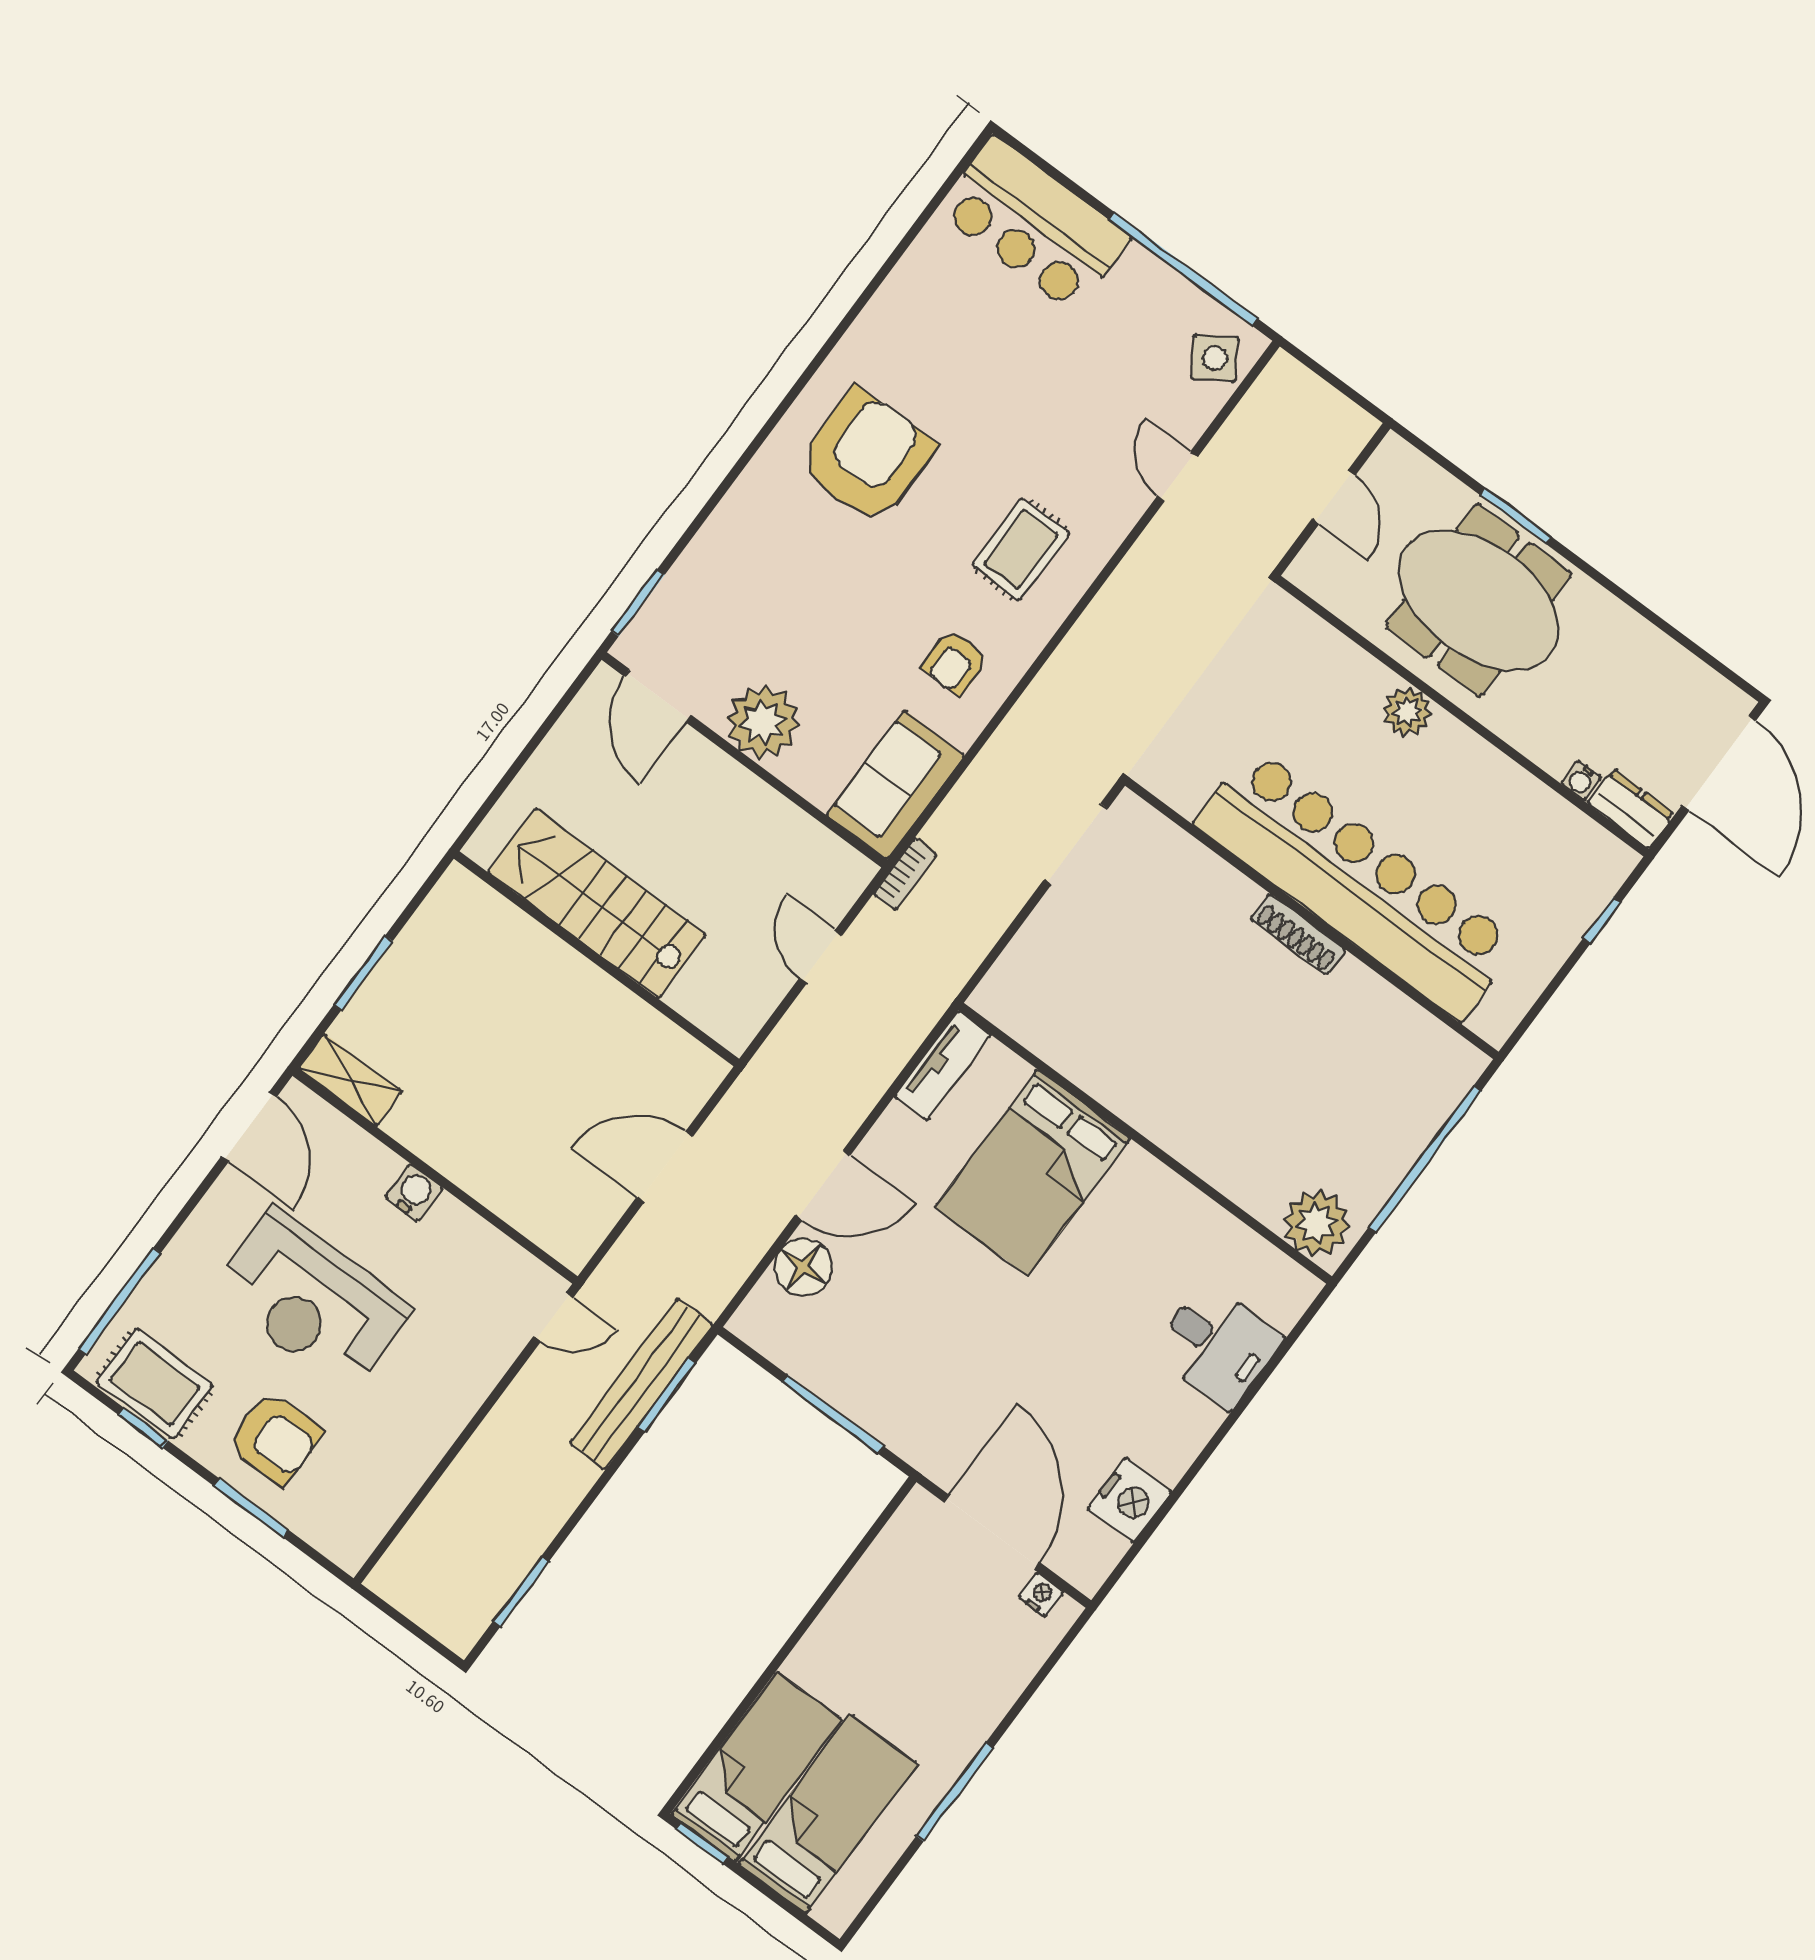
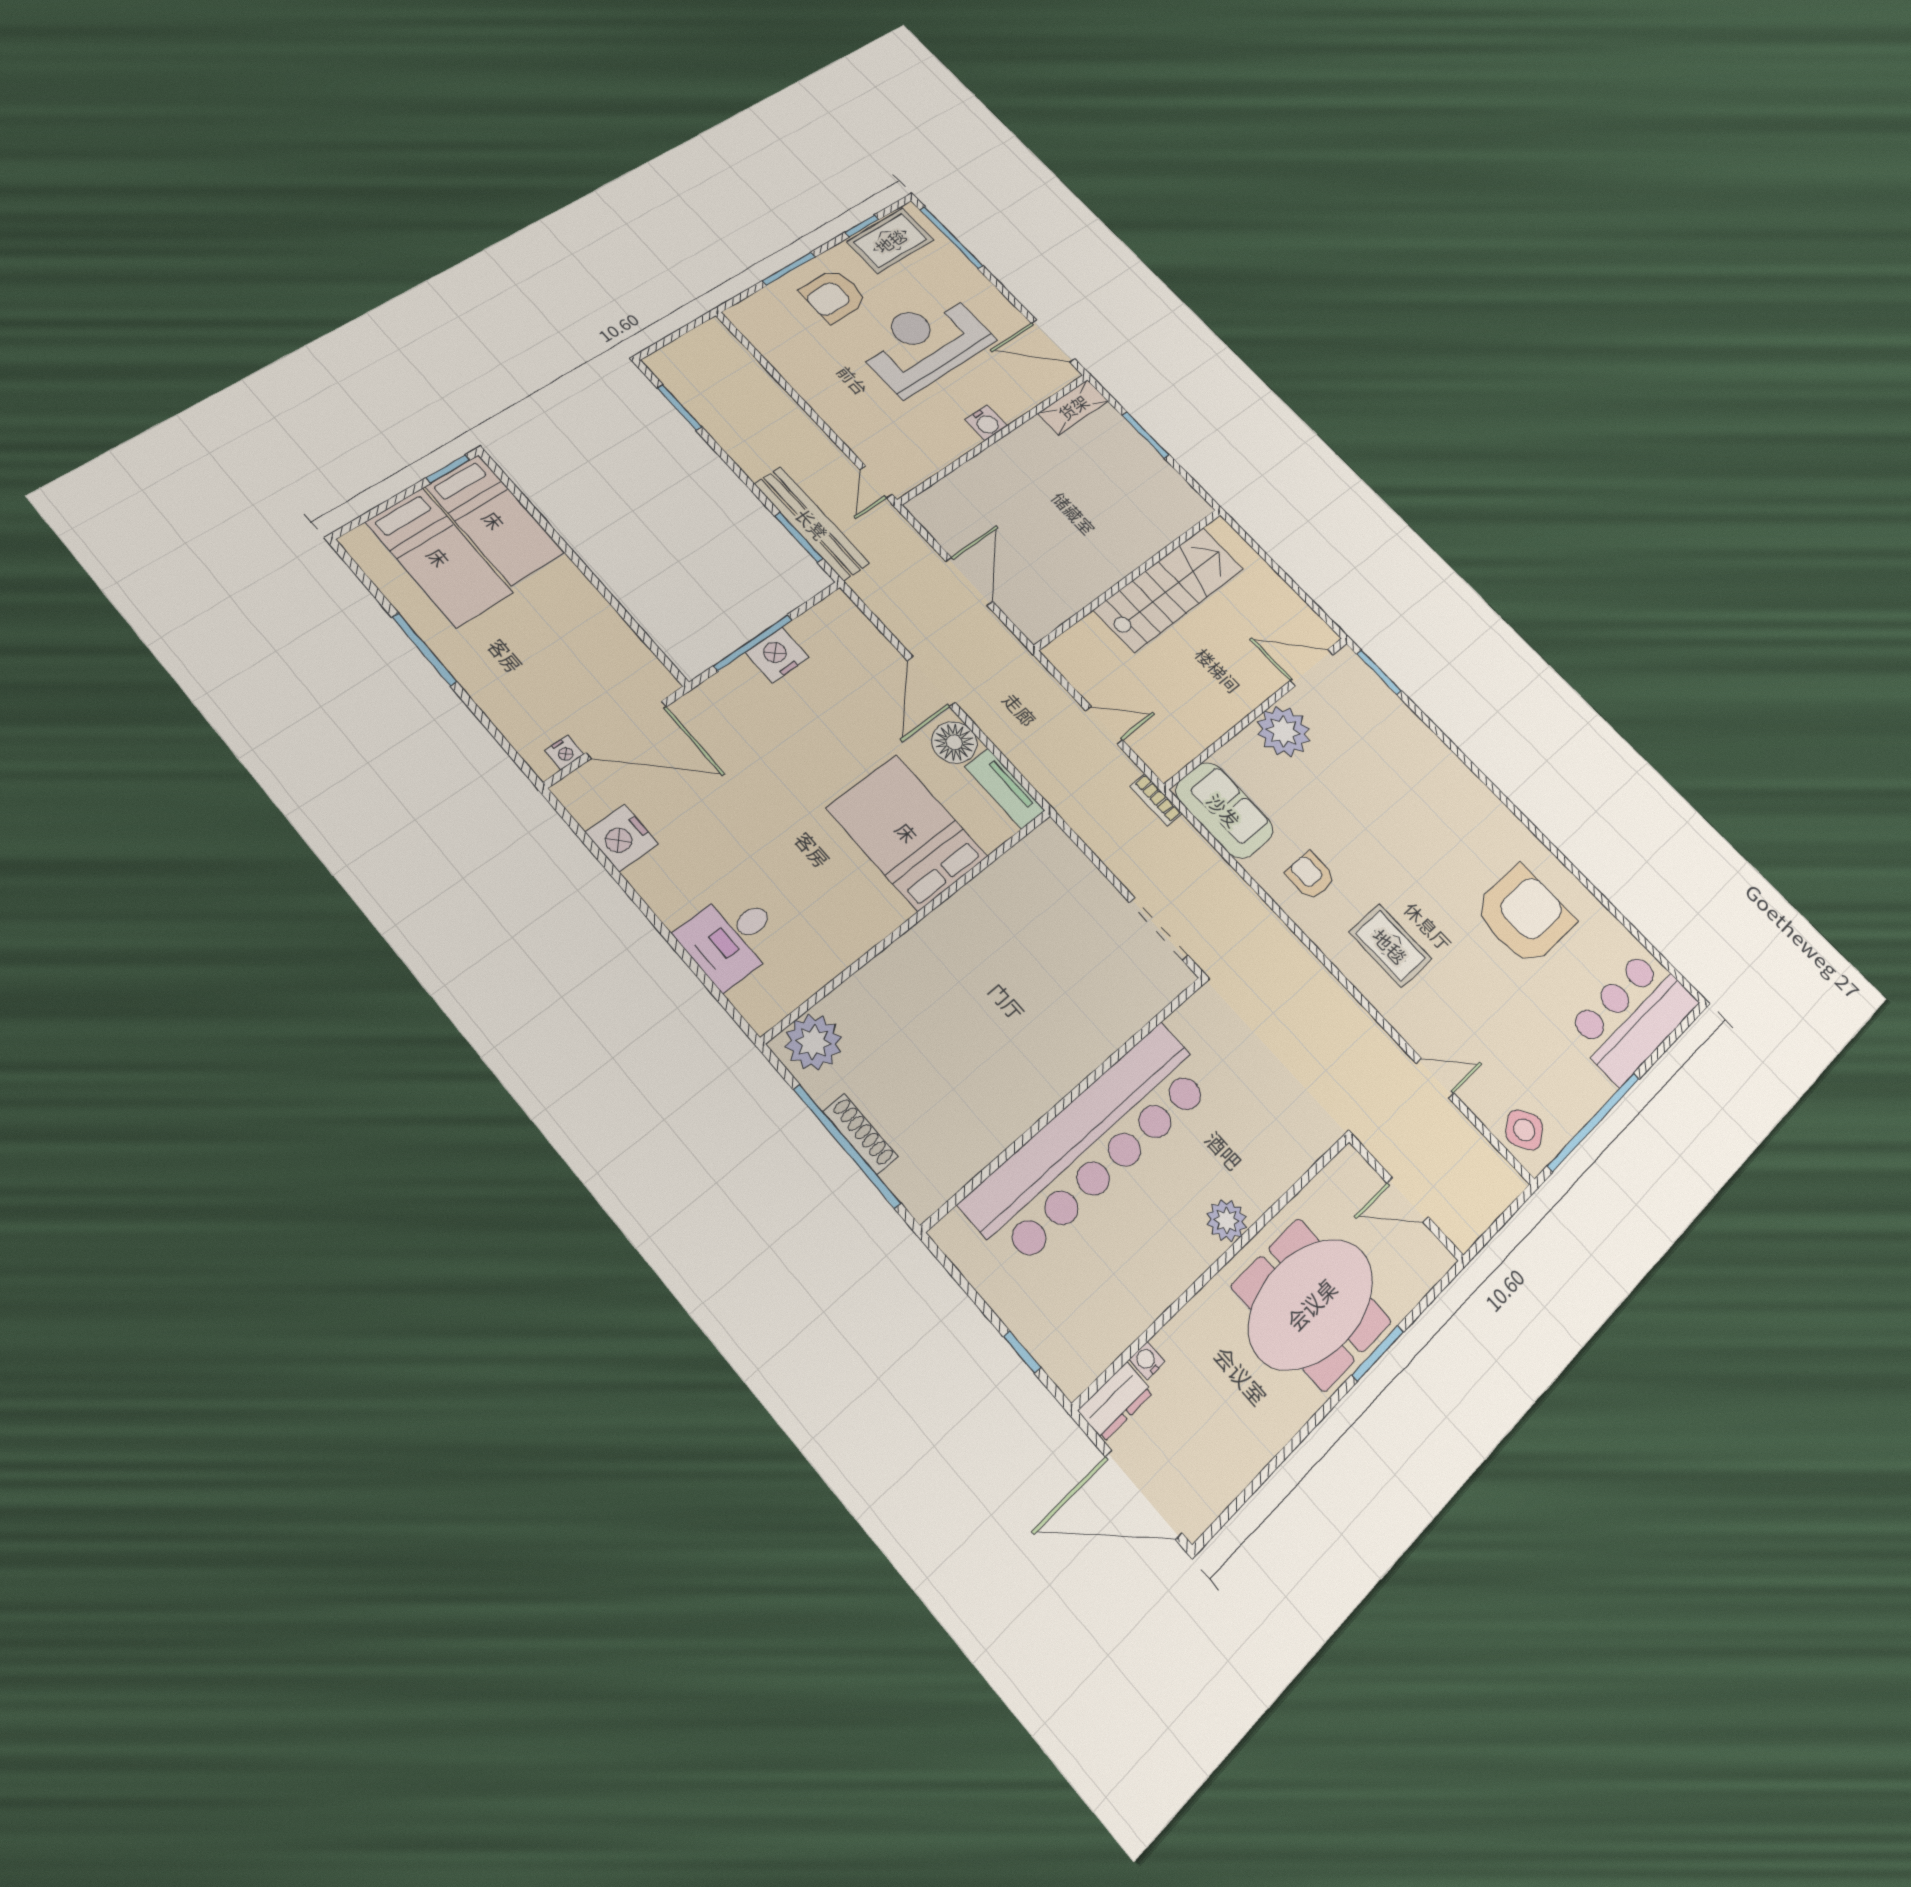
armchair: (867, 456) -> (1524, 915), moved, turned -89
shoe rack: (1298, 934) -> (860, 1134), moved, turned 90
floor lamp: (803, 1267) -> (954, 742), moved
nightstand: (841, 1381) -> (777, 655), added

